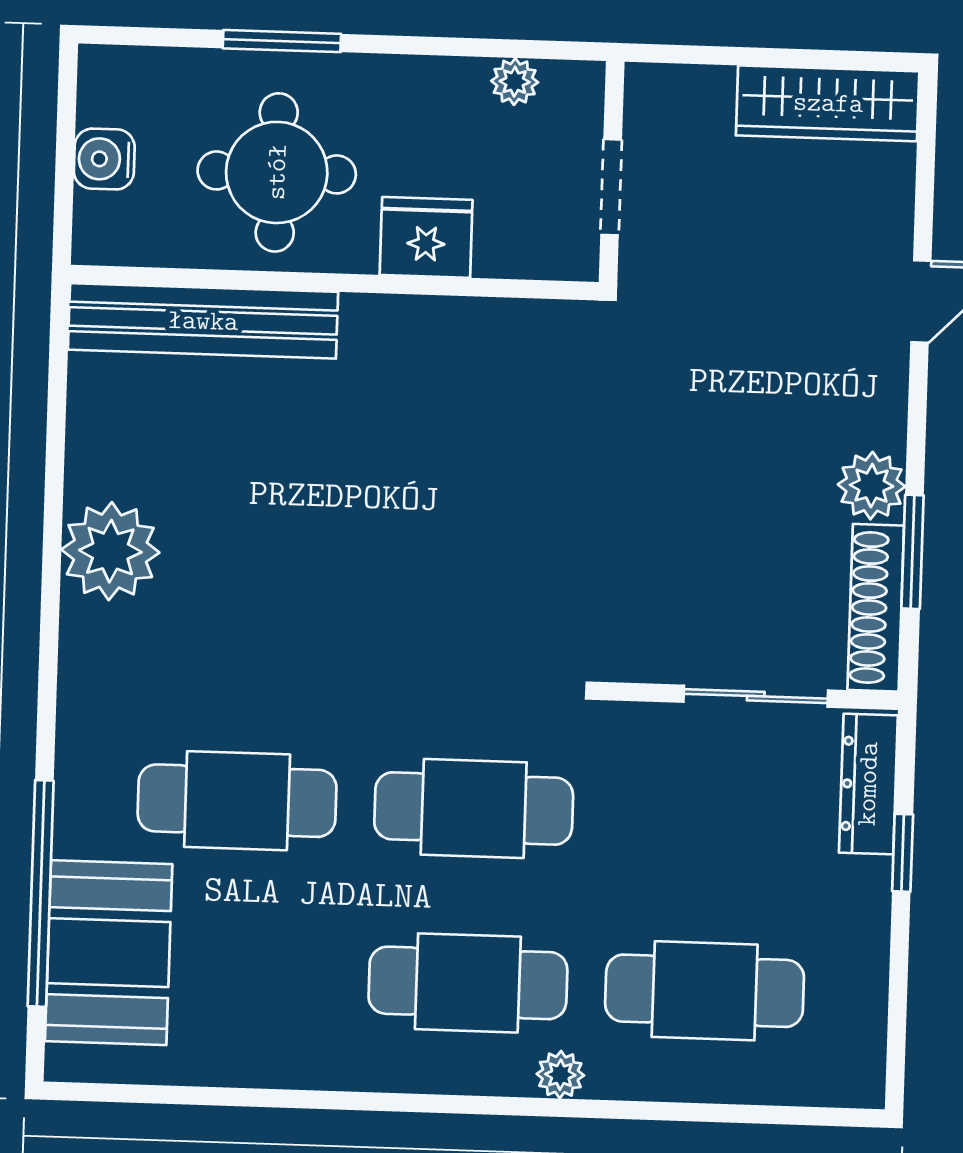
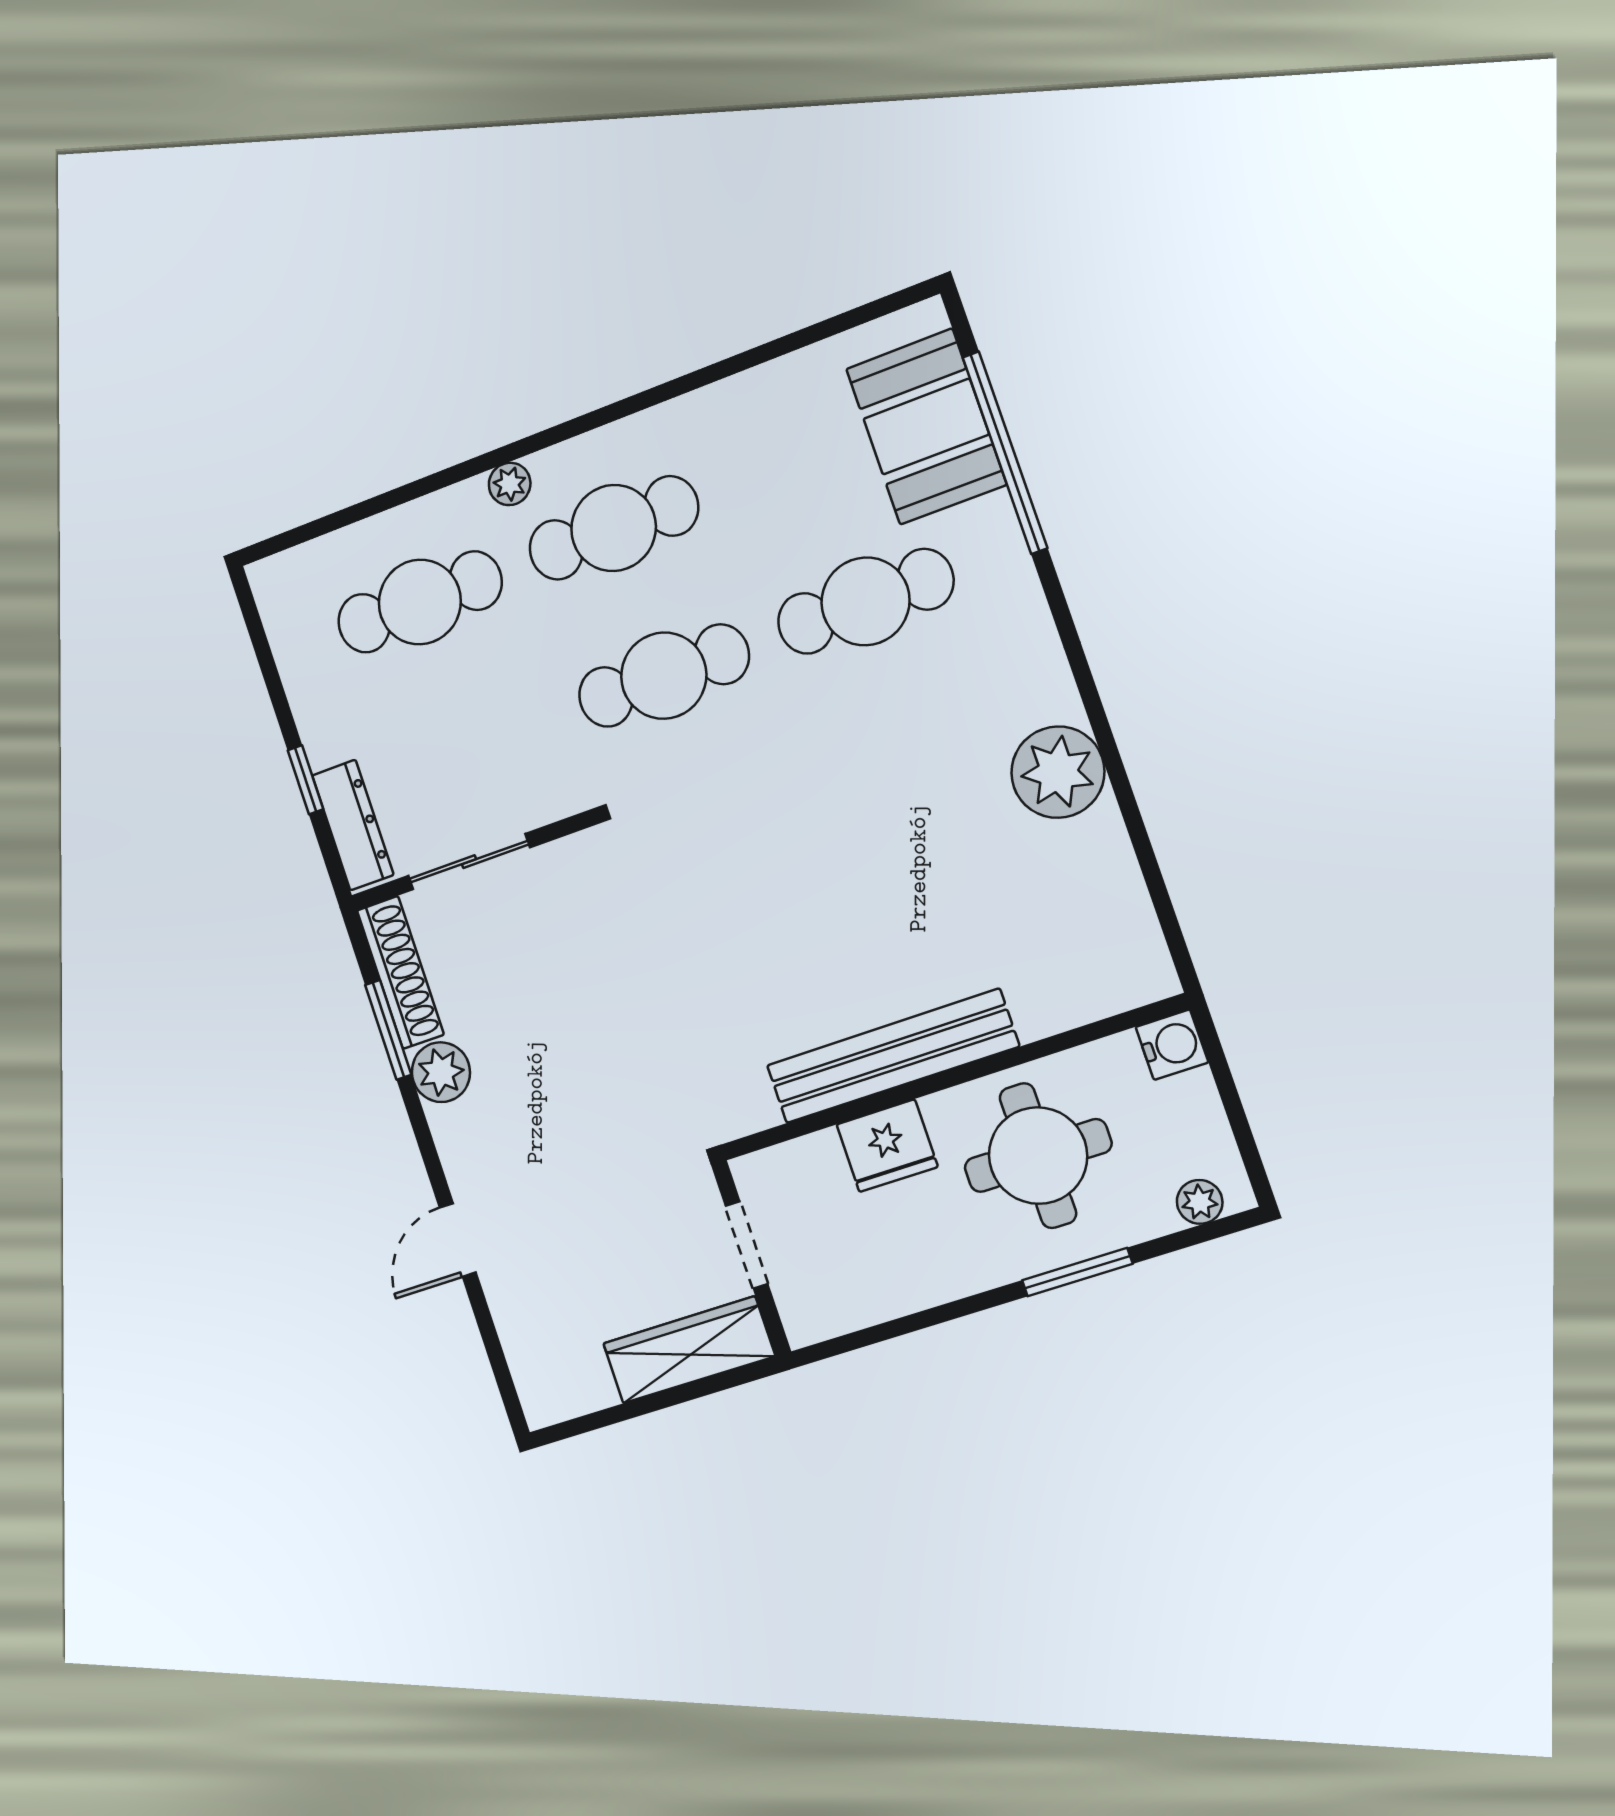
plant: (515, 82) -> (1200, 1202), moved
wardrobe: (828, 103) -> (689, 1350), moved
water cooler: (104, 159) -> (1172, 1045), moved
bench: (203, 321) -> (892, 1056), moved

